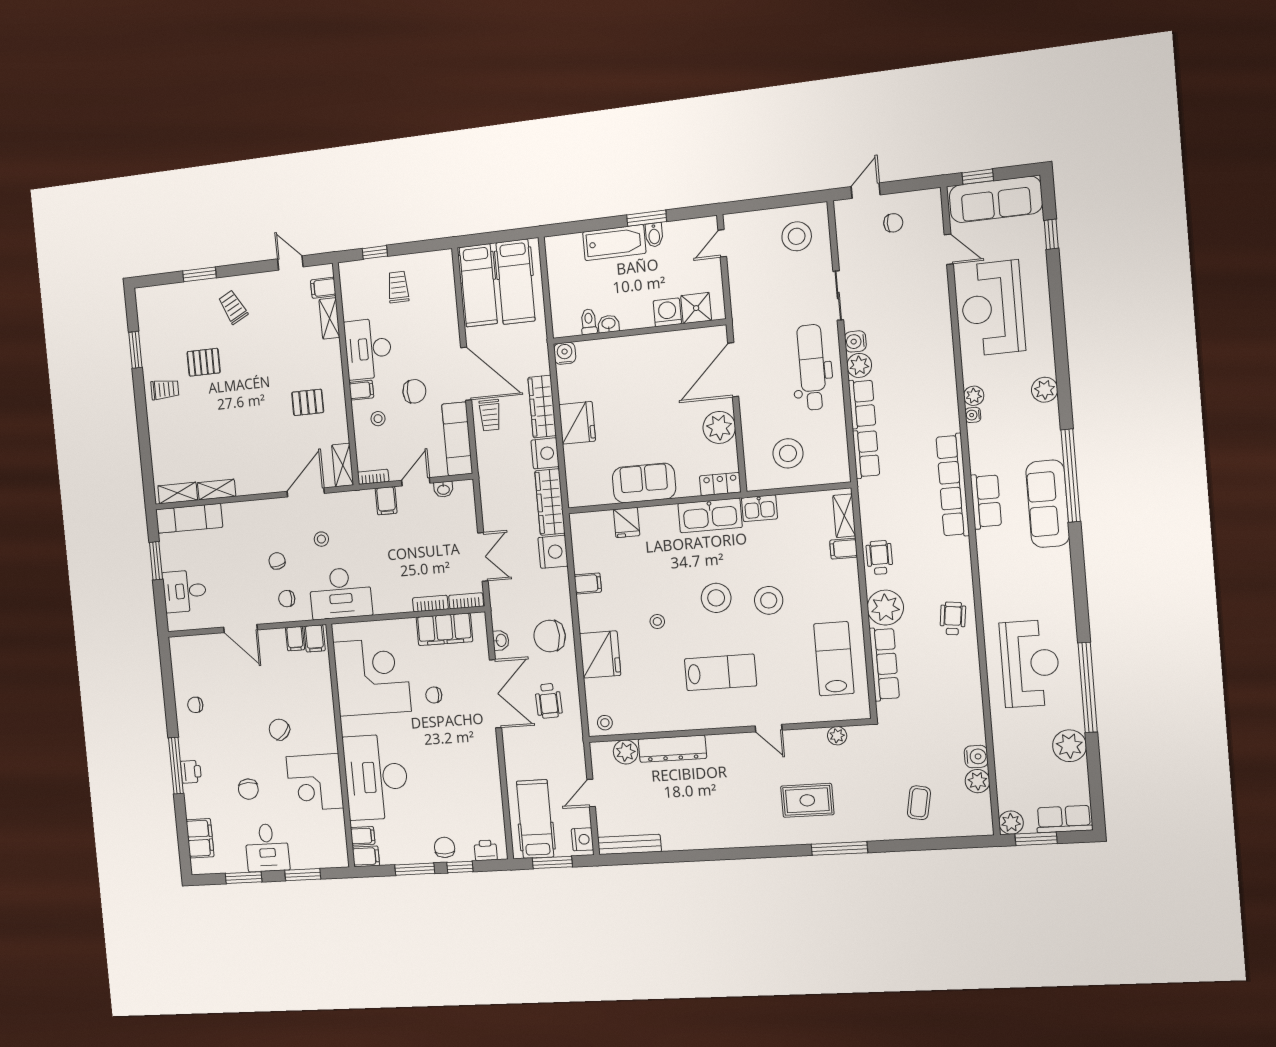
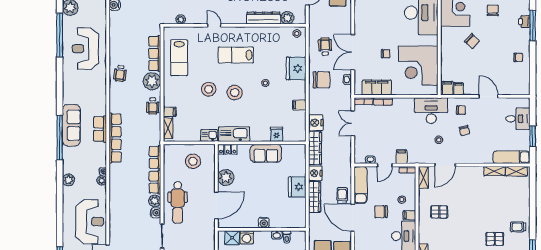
water cooler: (565, 353) -> (264, 223), moved

